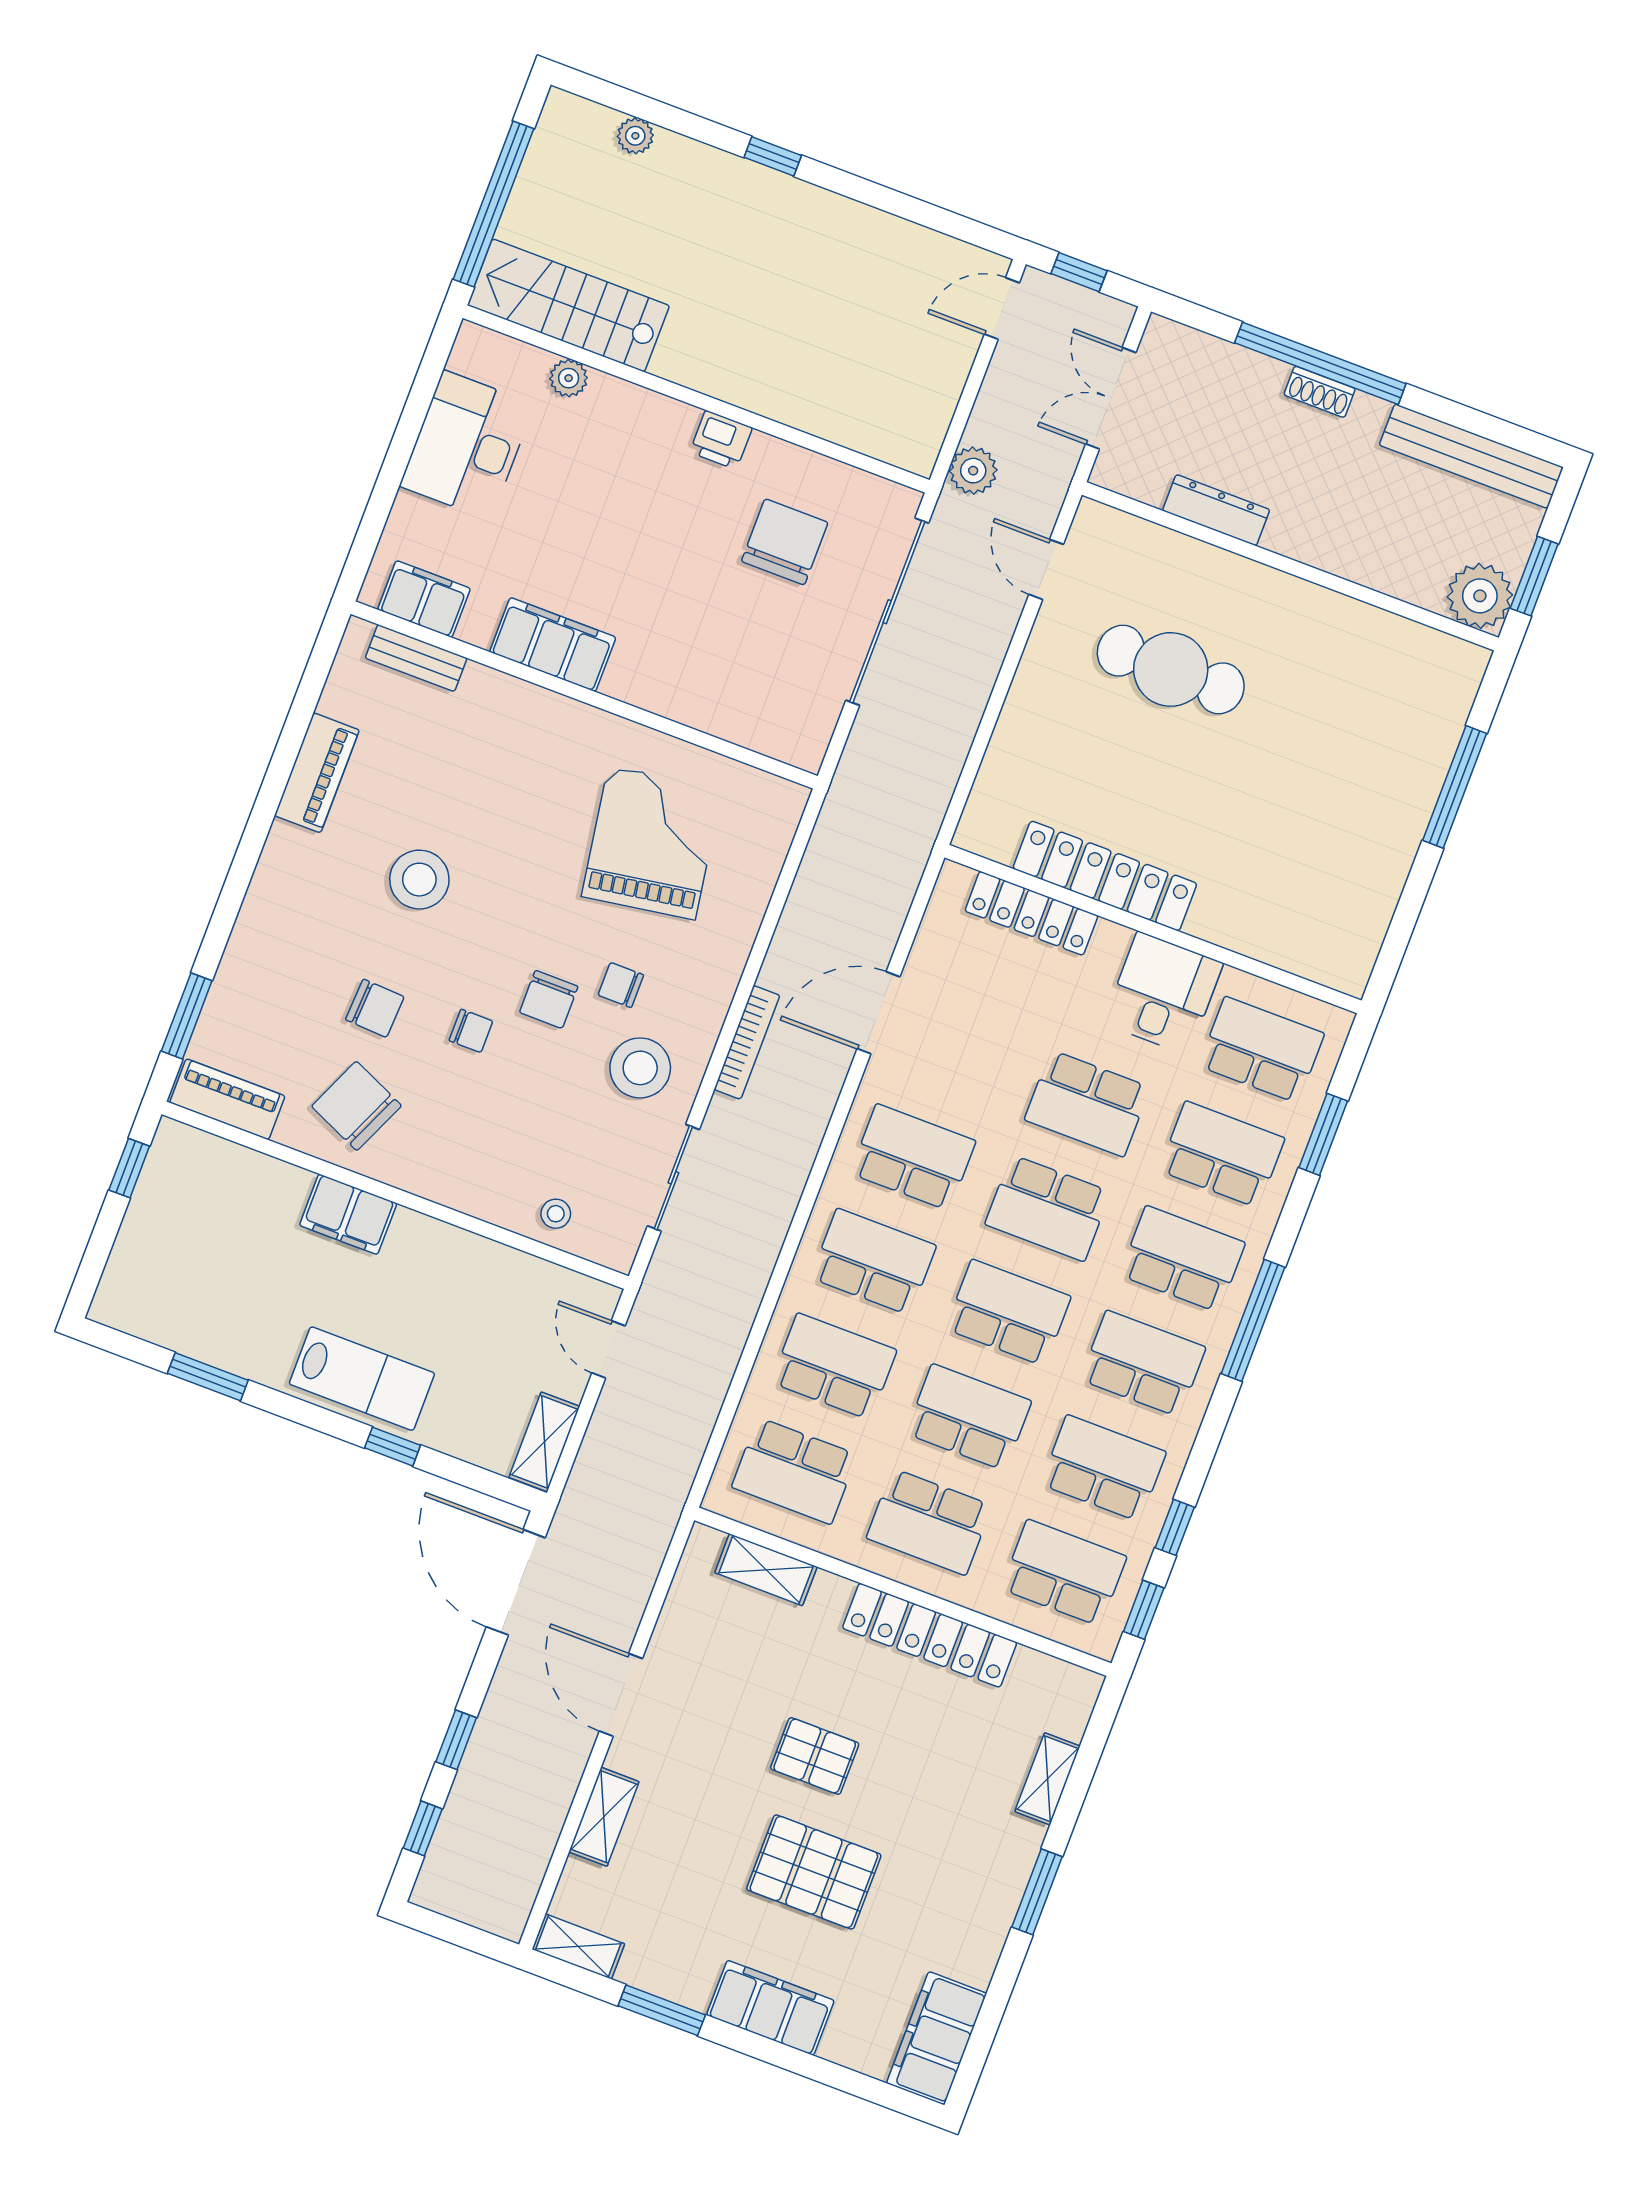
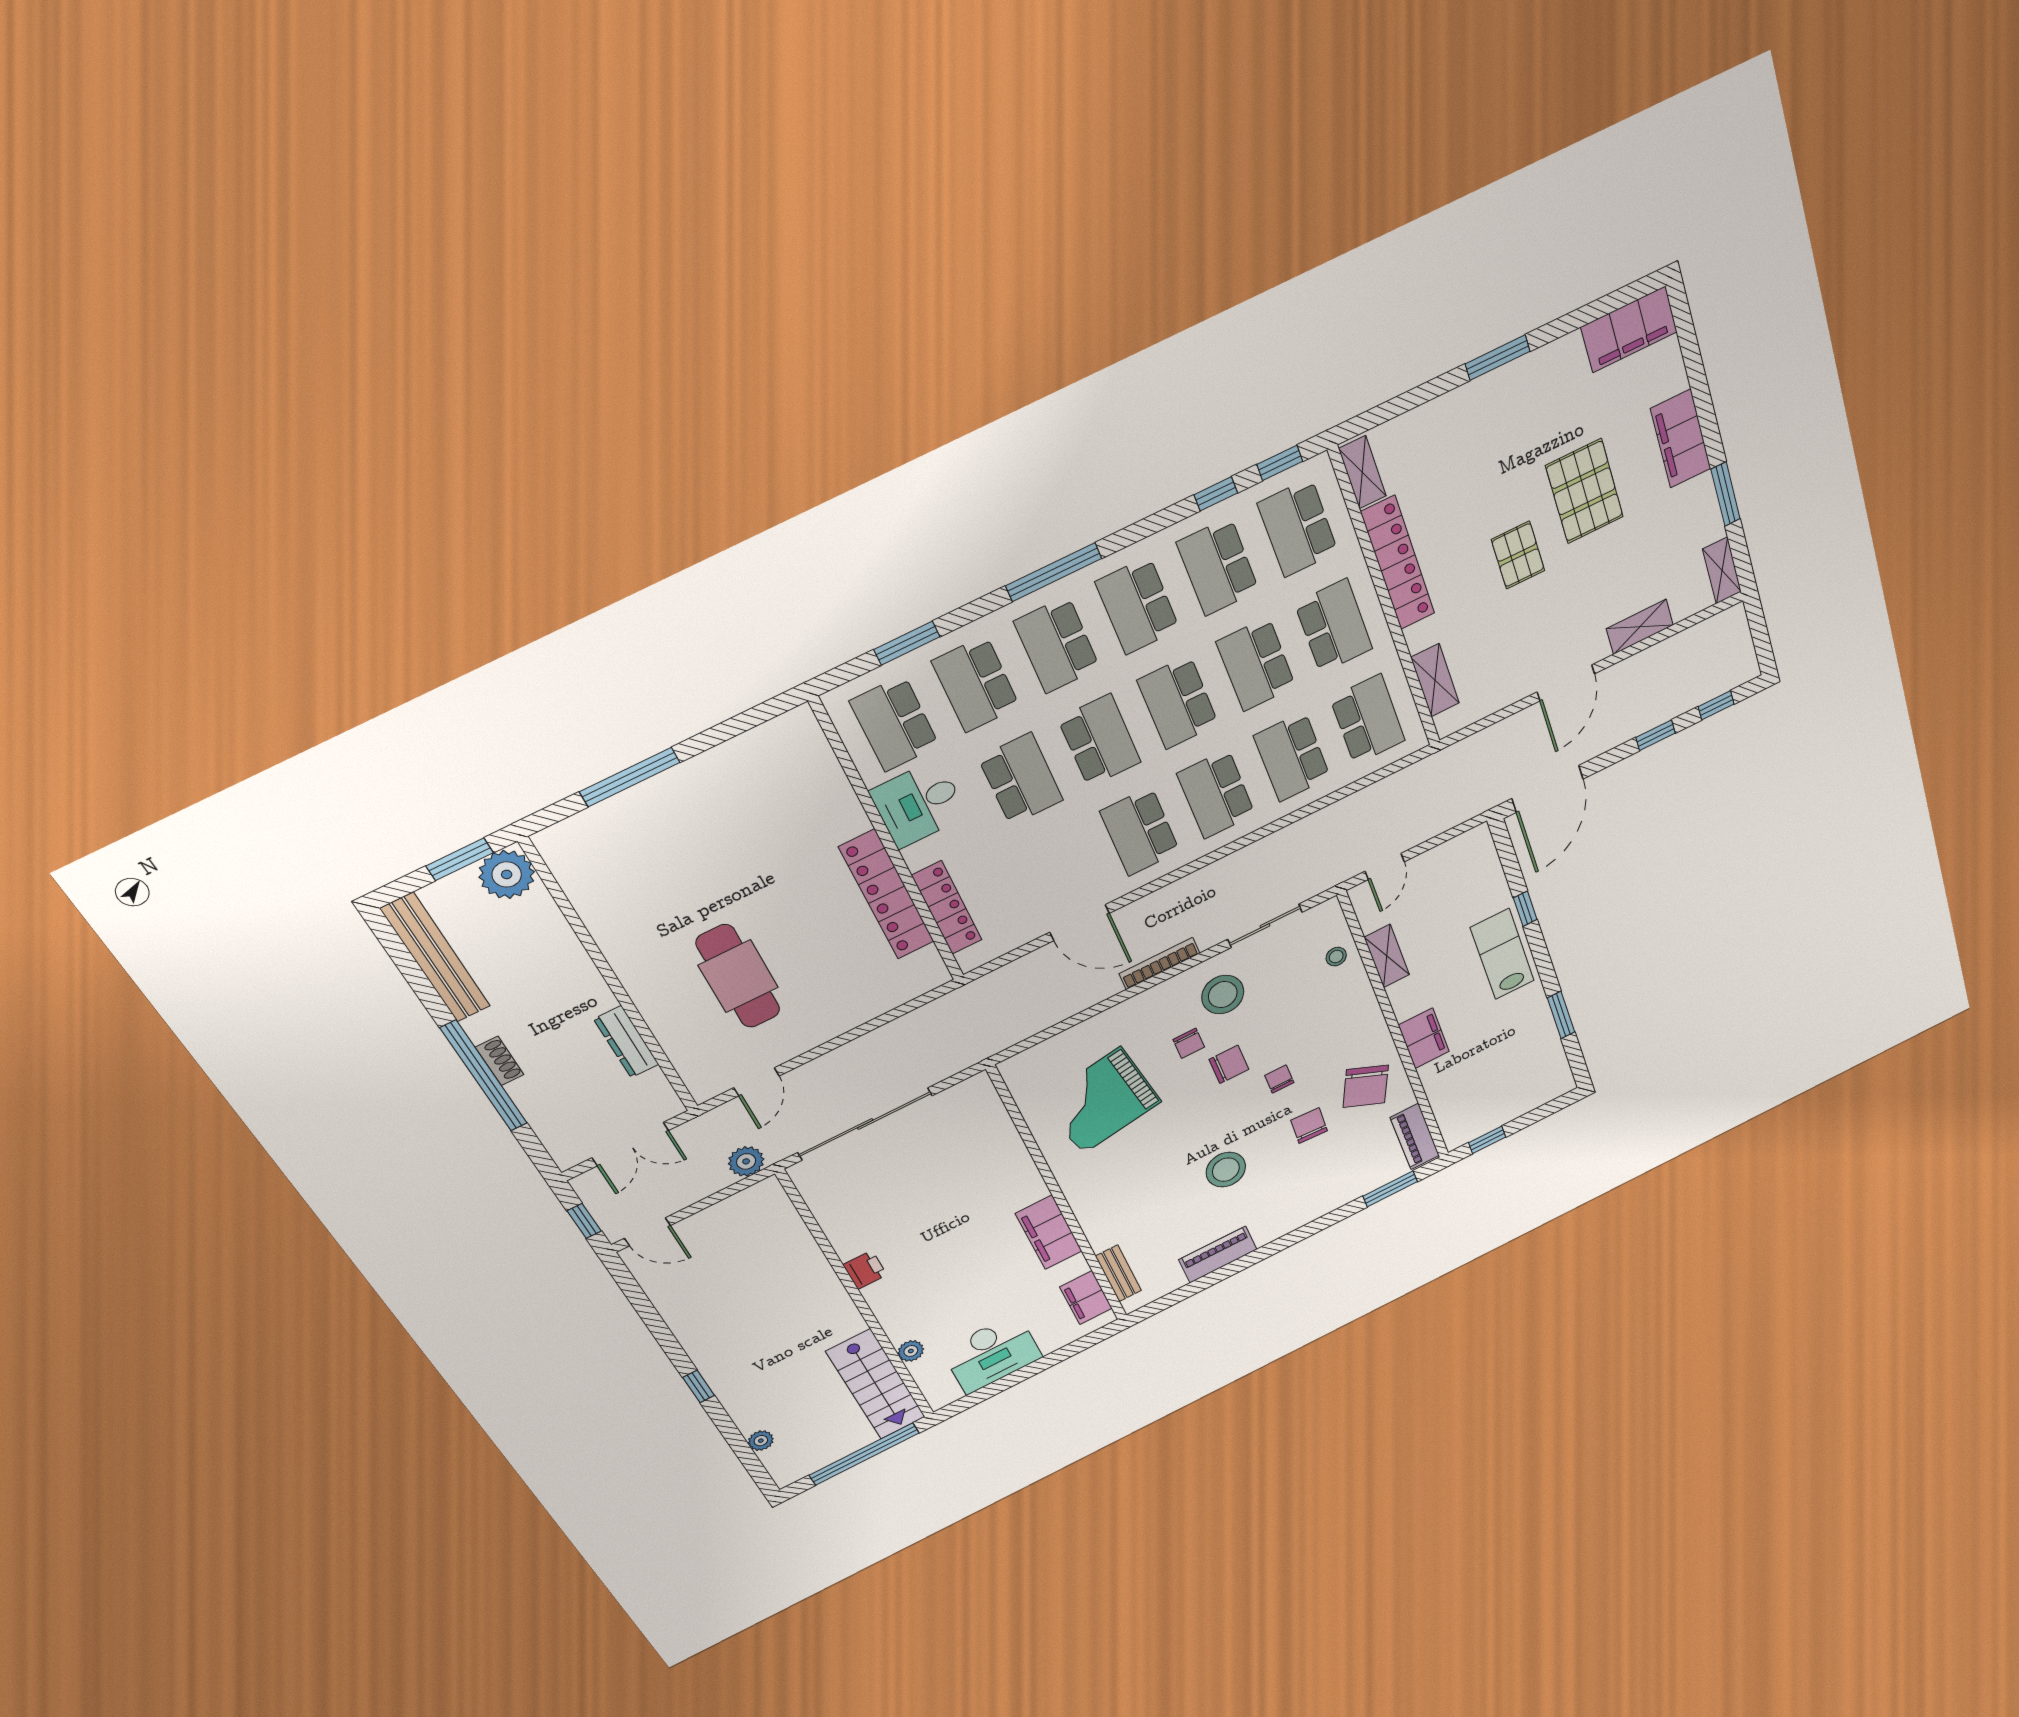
chair: (785, 542) -> (883, 1198), removed
shelving: (544, 1442) -> (1387, 956), moved, turned 90
shelving: (1047, 1779) -> (1362, 472), moved, turned 90

